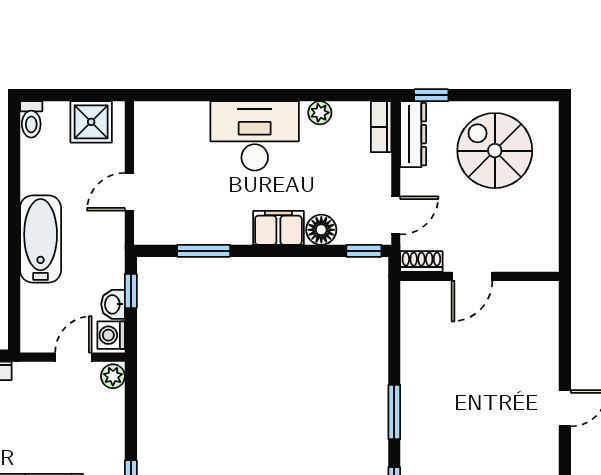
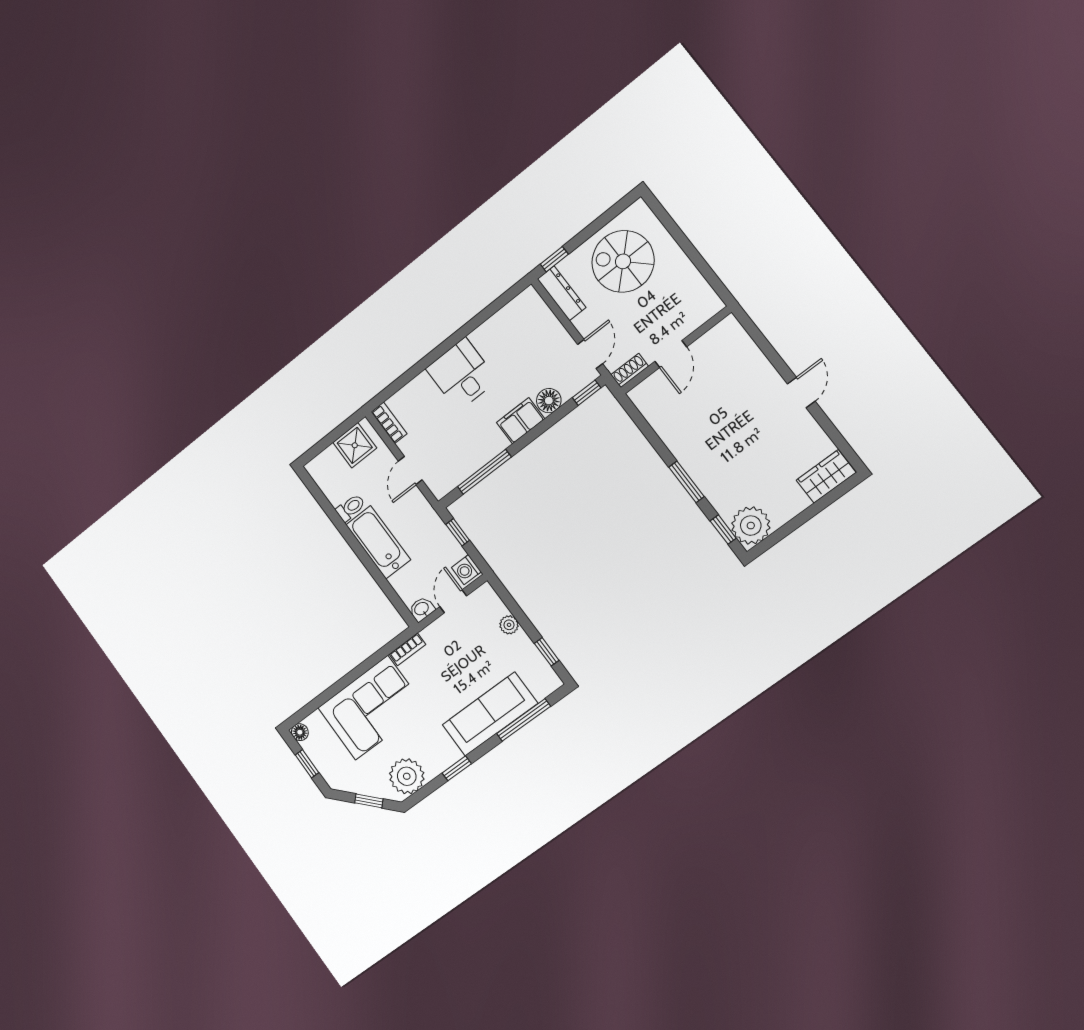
plant: (320, 113) -> (492, 327), removed
toilet: (31, 119) -> (351, 508), moved, turned -90
bookcase: (381, 127) -> (389, 423), moved, turned 180
desk: (255, 136) -> (462, 374), width x0.73
window: (204, 251) -> (484, 472), width x1.44
washbasin: (113, 304) -> (422, 609), moved, turned 90
plant: (113, 376) -> (509, 625), moved

